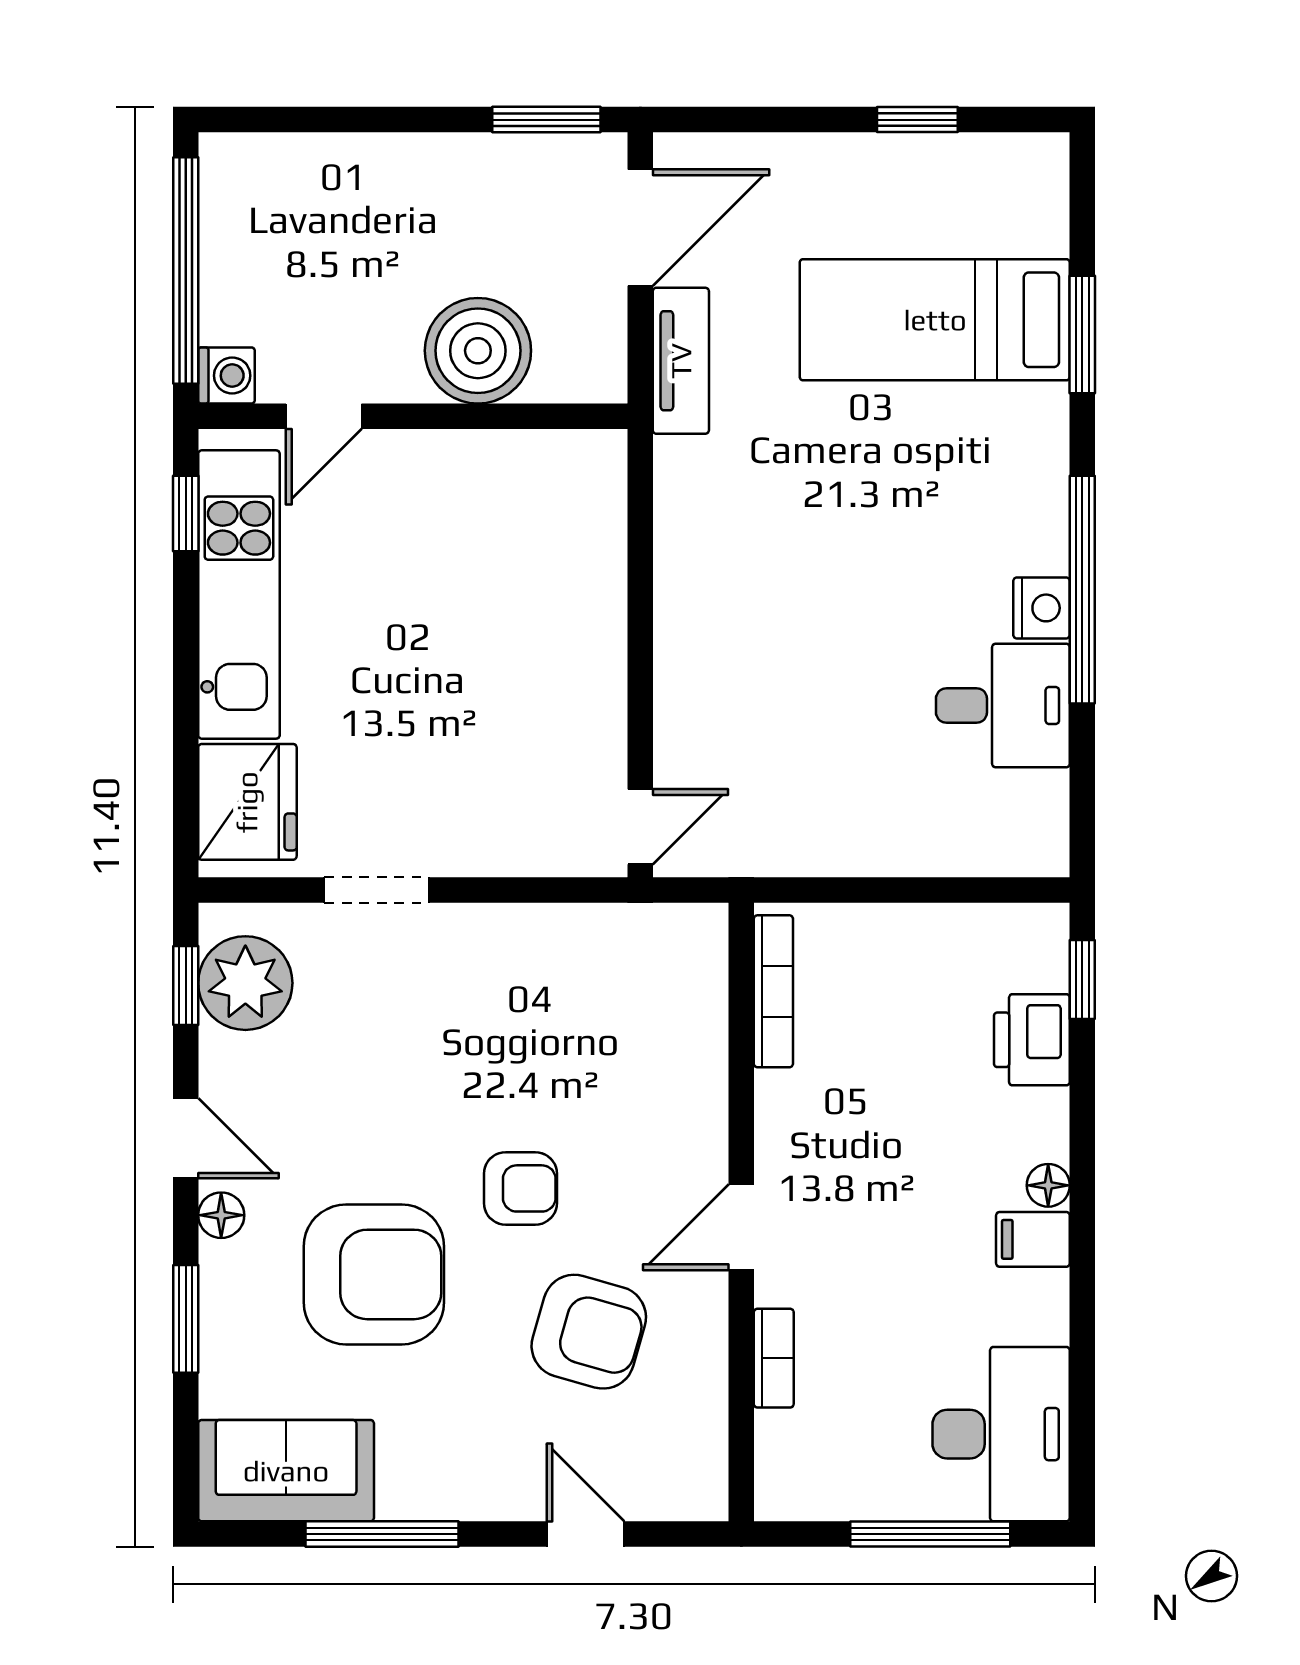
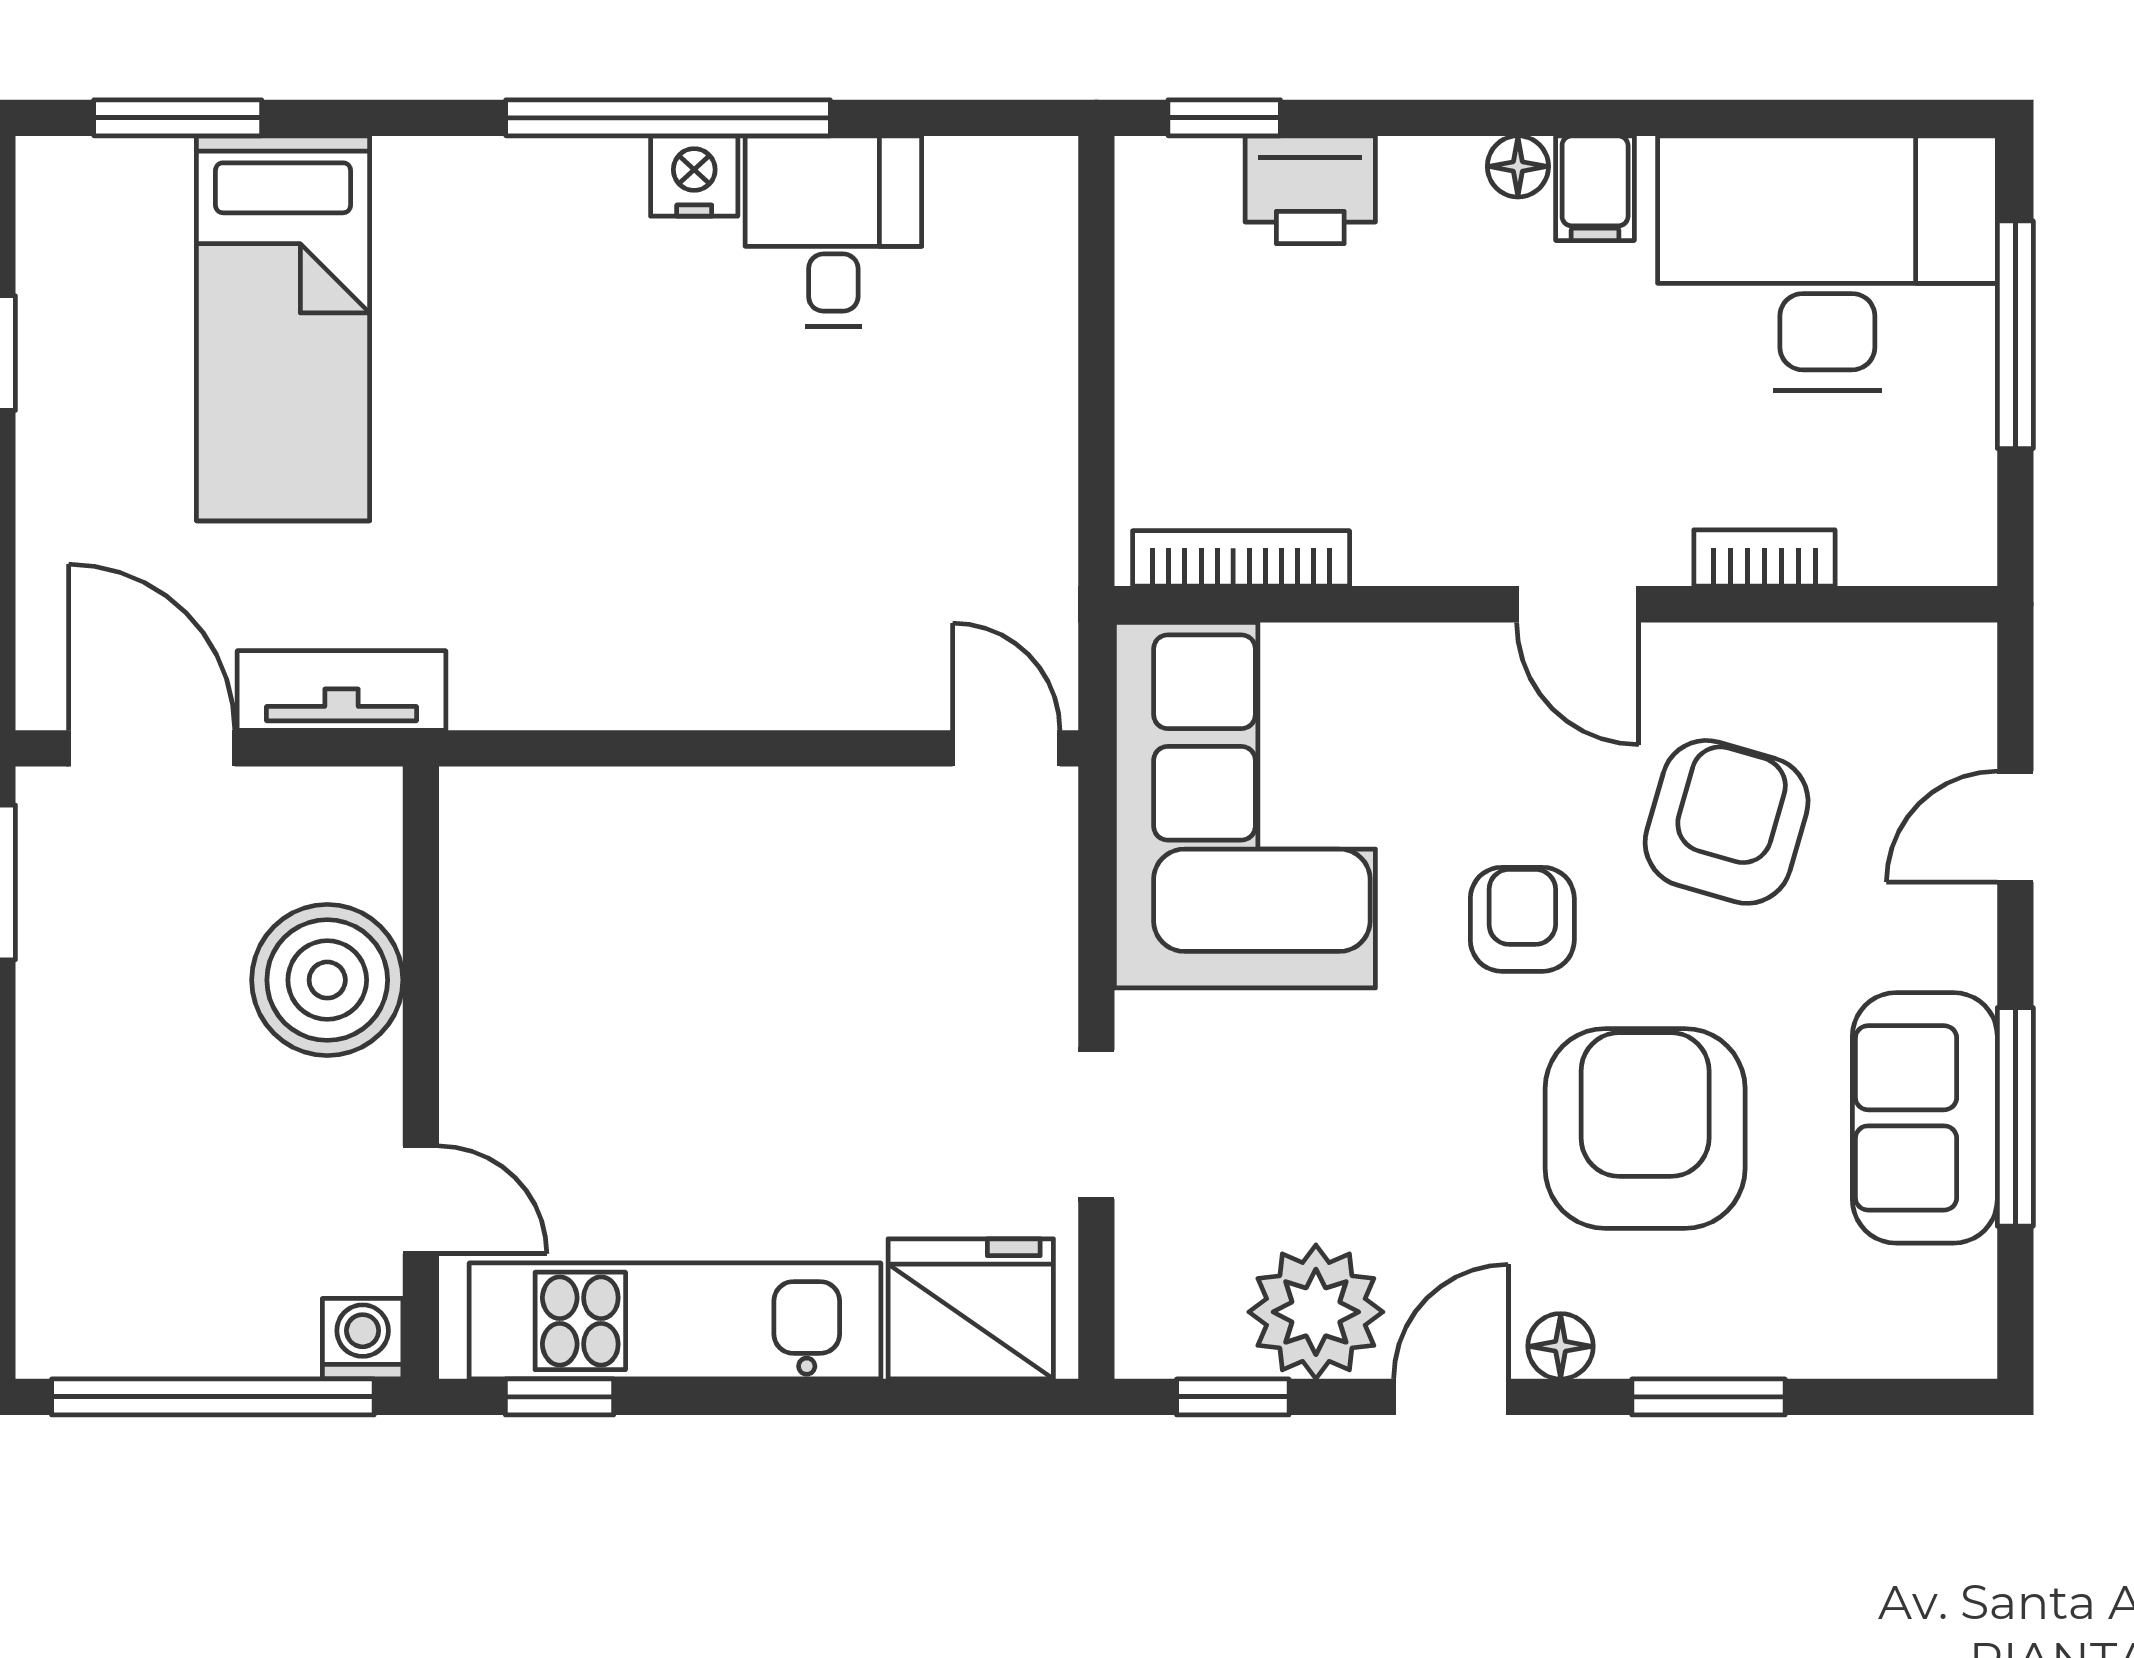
window: (1082, 335) -> (178, 118), moved
plant: (245, 983) -> (1316, 1312), moved
corner sofa: (601, 994) -> (1245, 805), added
desk: (1001, 1434) -> (1827, 263), width x1.36, depth x1.30
sofa: (286, 1471) -> (1925, 1118), moved

